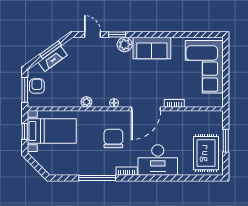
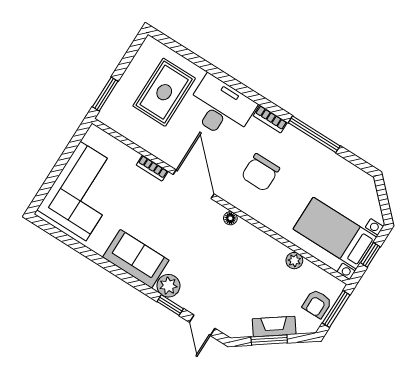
plant: (86, 102) -> (294, 261), moved
door: (146, 109) -> (194, 184), hinge flipped
window: (226, 141) -> (105, 94), moved
rug: (206, 153) -> (164, 92), moved

